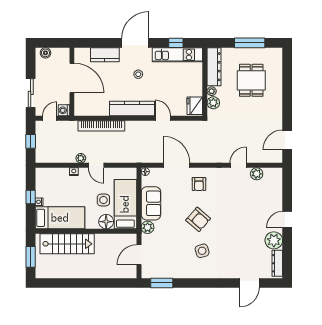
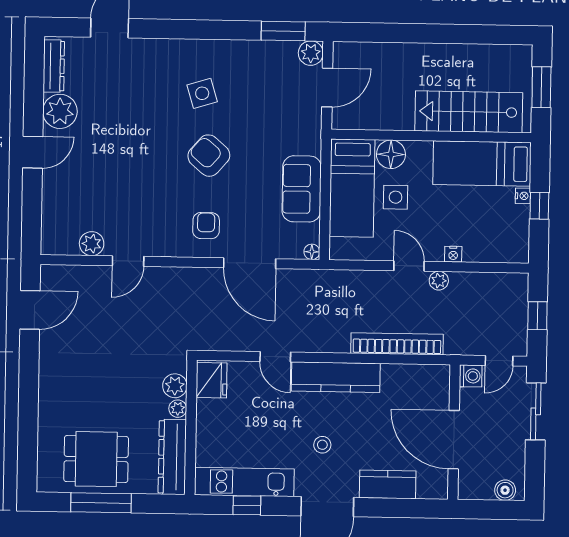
dining table: (251, 80) -> (96, 459), moved, turned 90
plant: (148, 227) -> (311, 53), moved

